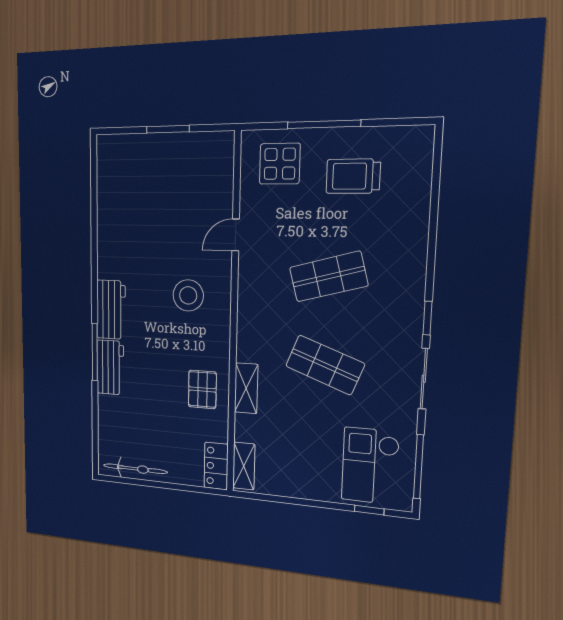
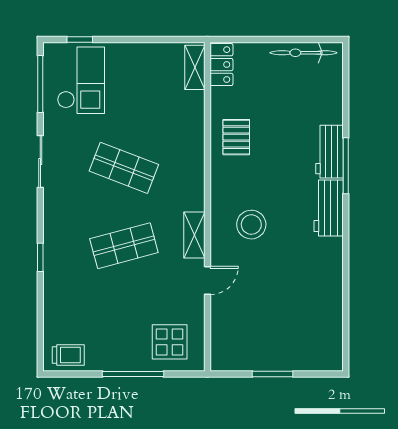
trolley: (353, 176) -> (68, 355), moved, width x0.73, depth x0.72
window: (427, 318) -> (40, 257), moved
shelving: (246, 388) -> (194, 235), moved

